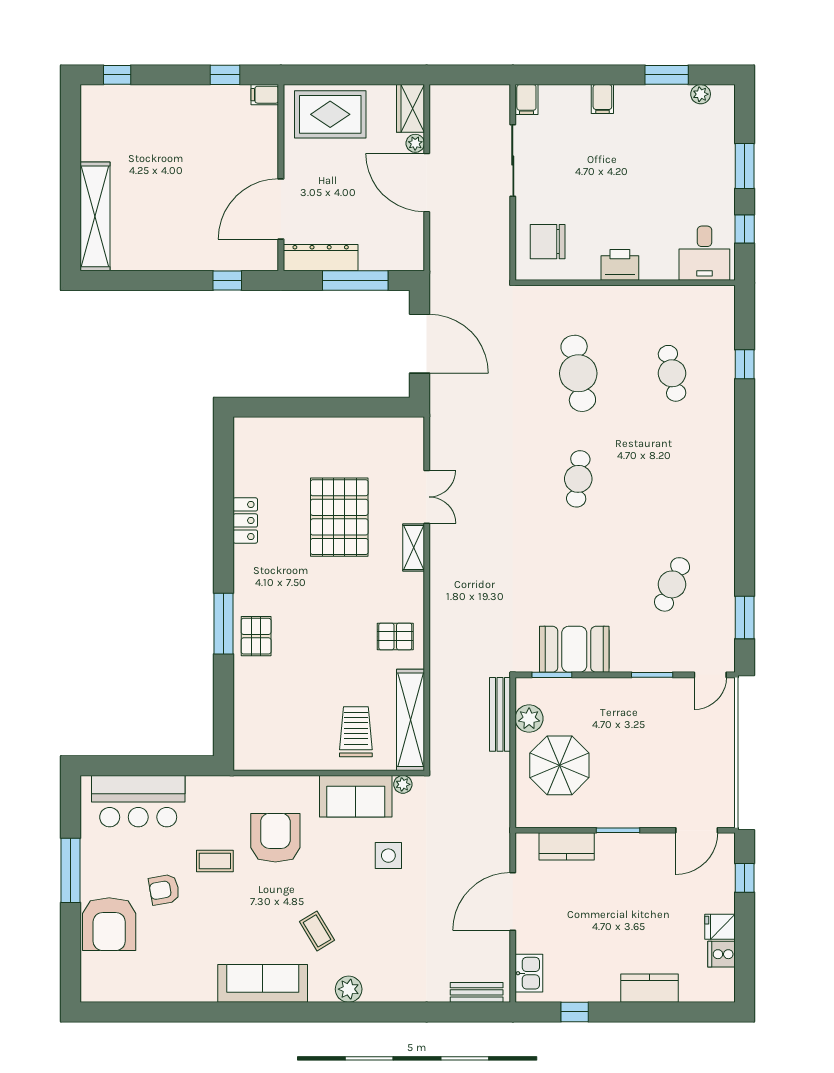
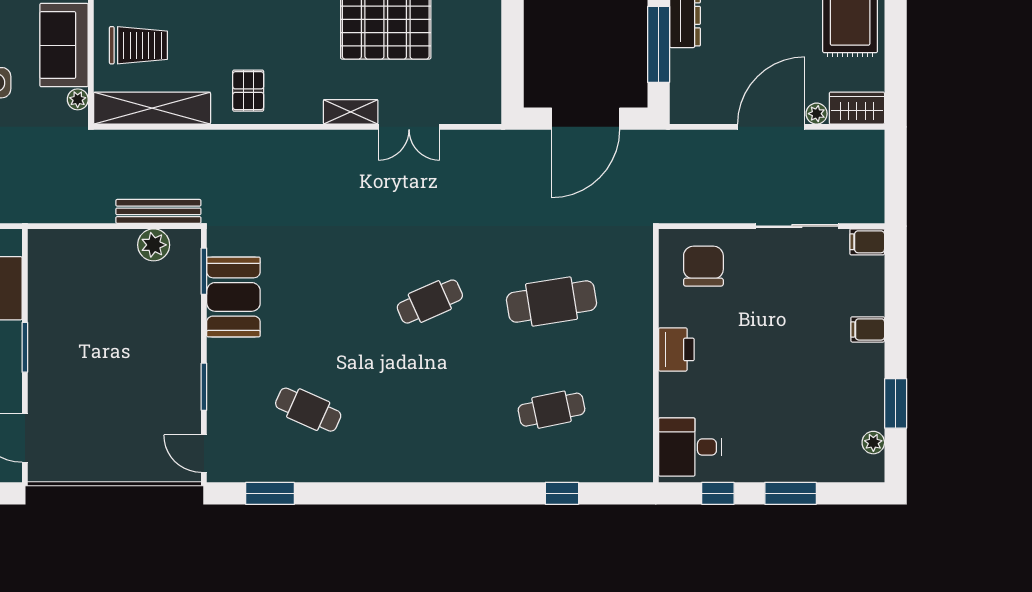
cafe table: (578, 479) -> (430, 302), turned -30
parasol: (559, 765) -> (100, 280), removed

